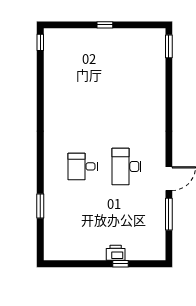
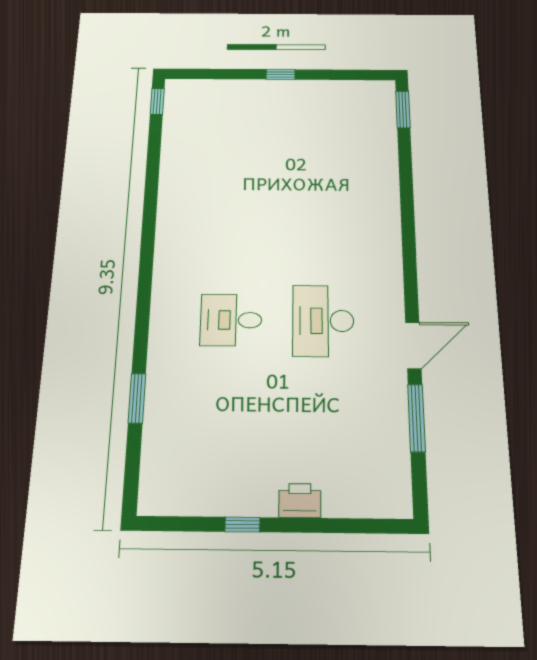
window: (121, 264) -> (242, 525), moved

